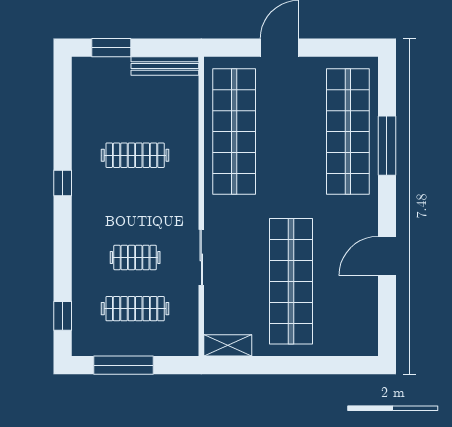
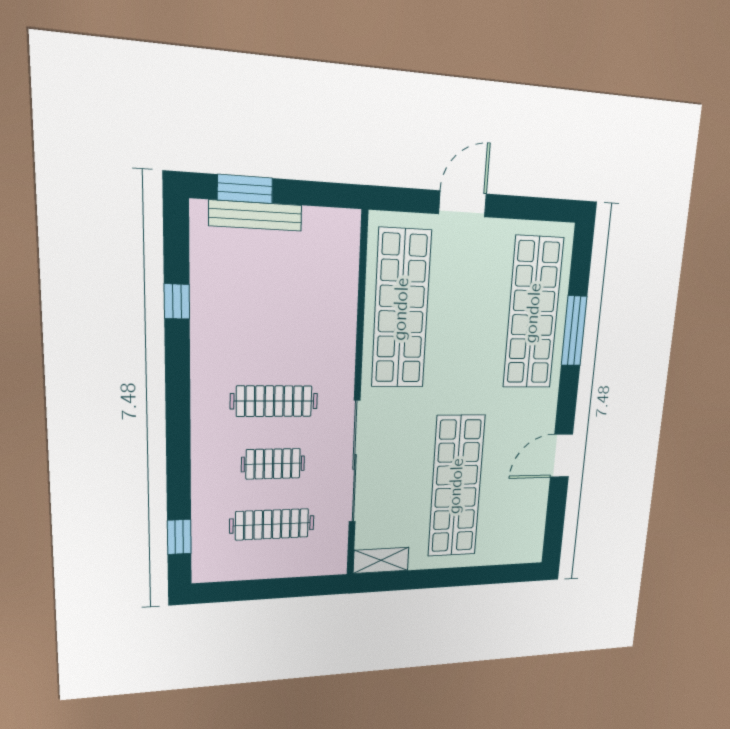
bench: (165, 66) -> (256, 215), moved
clothes rail: (135, 155) -> (274, 401), moved
window: (63, 183) -> (177, 301), moved
sliding door: (201, 257) -> (355, 462), width x1.86
window: (123, 365) -> (257, 590), removed

